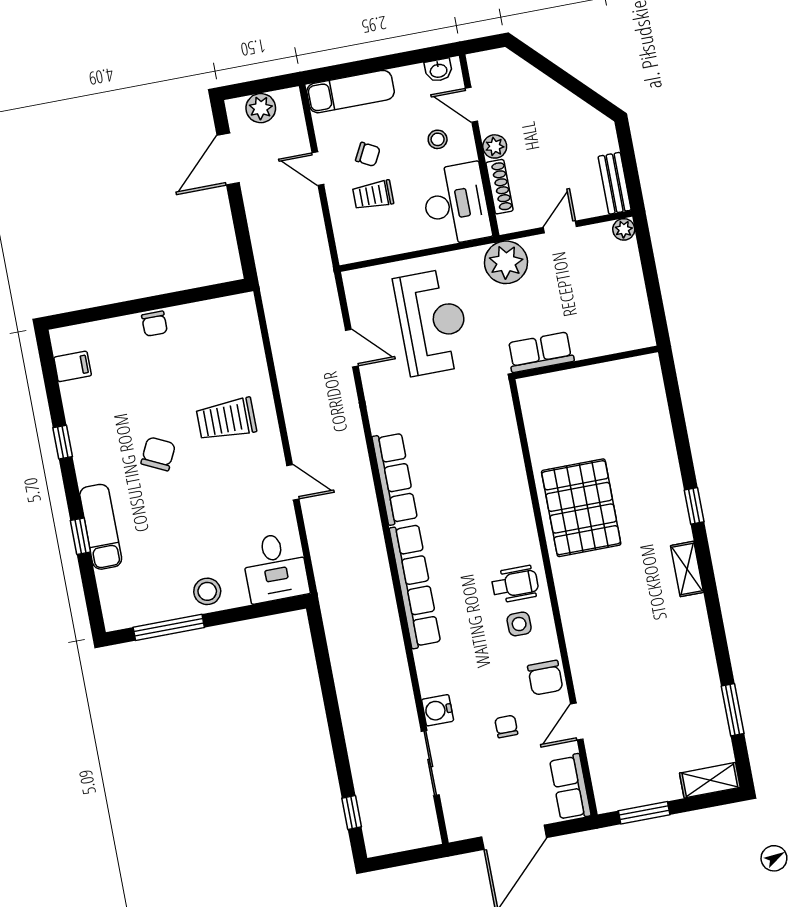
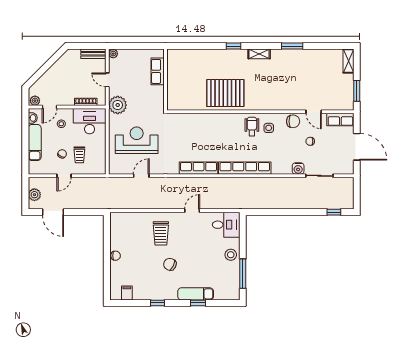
exam couch: (350, 92) -> (35, 142), moved
plant: (495, 146) -> (35, 101), moved
row of seats: (540, 352) -> (158, 71), moved
window: (733, 710) -> (292, 46), moved

